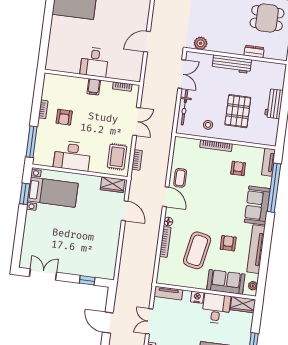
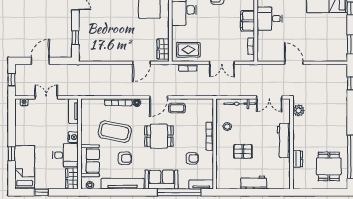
filing cabinet: (94, 87) -> (248, 21), width x2.00
pallet: (238, 111) -> (243, 151), width x0.67, depth x0.71
dining table: (209, 202) -> (159, 136), added

